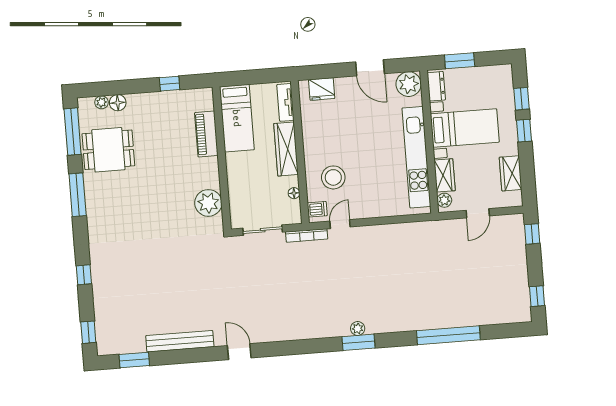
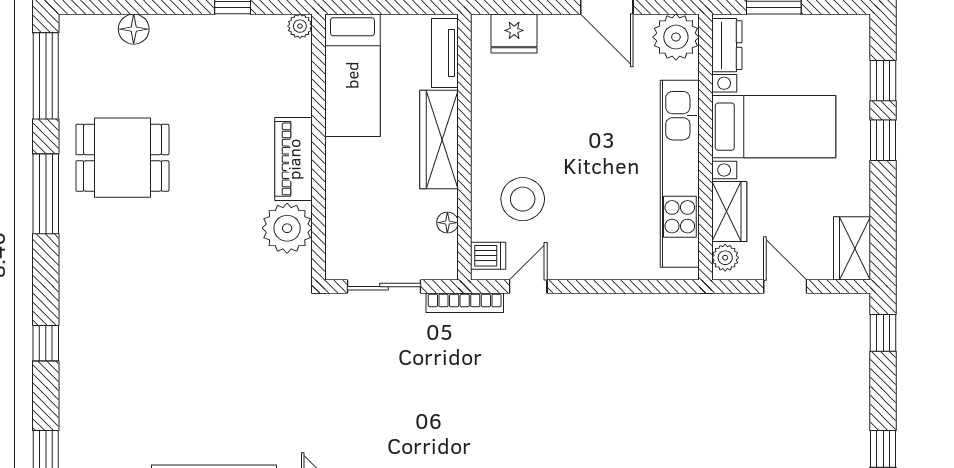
plant: (102, 102) -> (300, 26), moved
piano: (206, 134) -> (294, 159), moved
dining table: (108, 150) -> (122, 158), moved
wardrobe: (511, 173) -> (852, 248), moved
door: (478, 213) -> (785, 287), swing flipped

